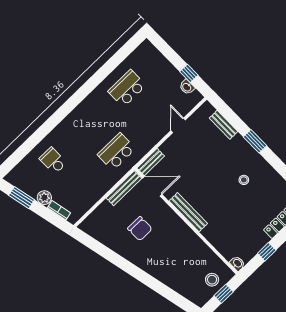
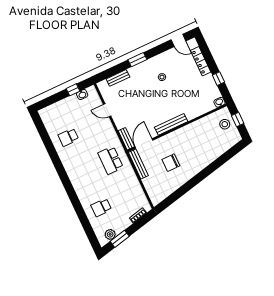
school desk: (127, 88) -> (68, 137), width x0.54
plant: (44, 198) -> (110, 234), moved
chair: (140, 229) -> (171, 163), turned 180

